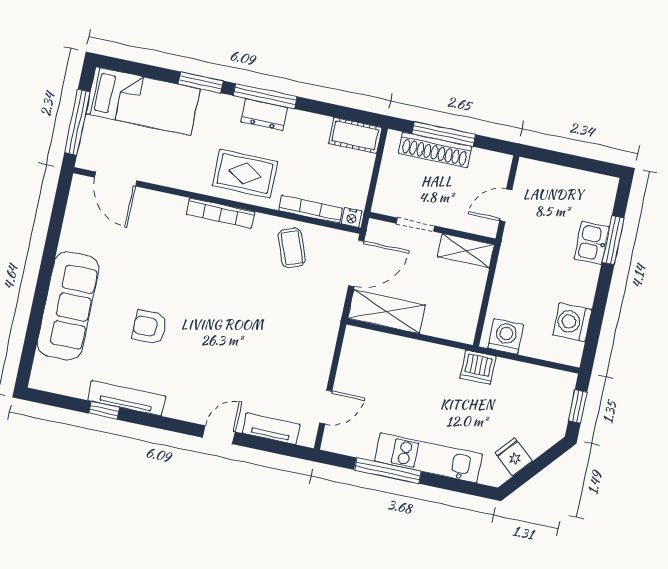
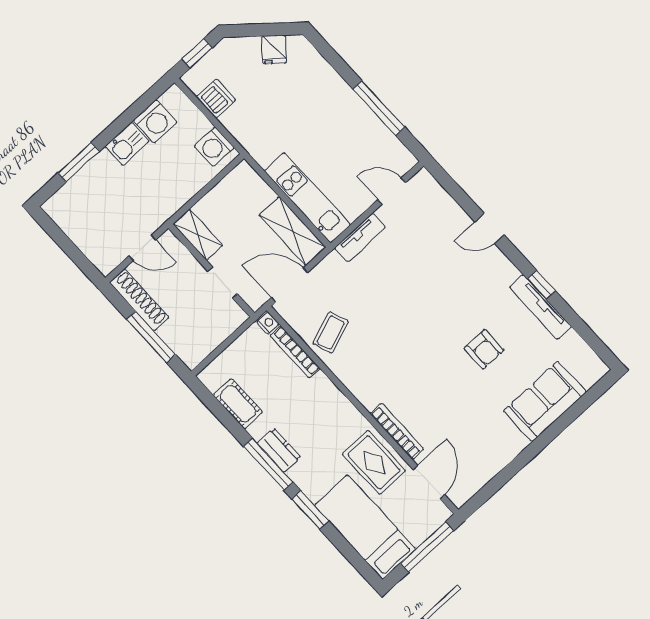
cot: (355, 135) -> (238, 404), moved
shoe rack: (435, 150) -> (139, 300), moved
rug: (245, 174) -> (374, 462), moved
bookcase: (221, 213) -> (397, 431), moved
kitchen sink: (592, 243) -> (127, 144), moved
sofa: (68, 306) -> (545, 401), width x0.73
dishwasher: (478, 367) -> (216, 99), moved
window: (104, 410) -> (541, 285), moved
tv unit: (271, 429) -> (360, 238), moved, turned -90
kitchen unit: (428, 458) -> (307, 198), moved, turned 180

